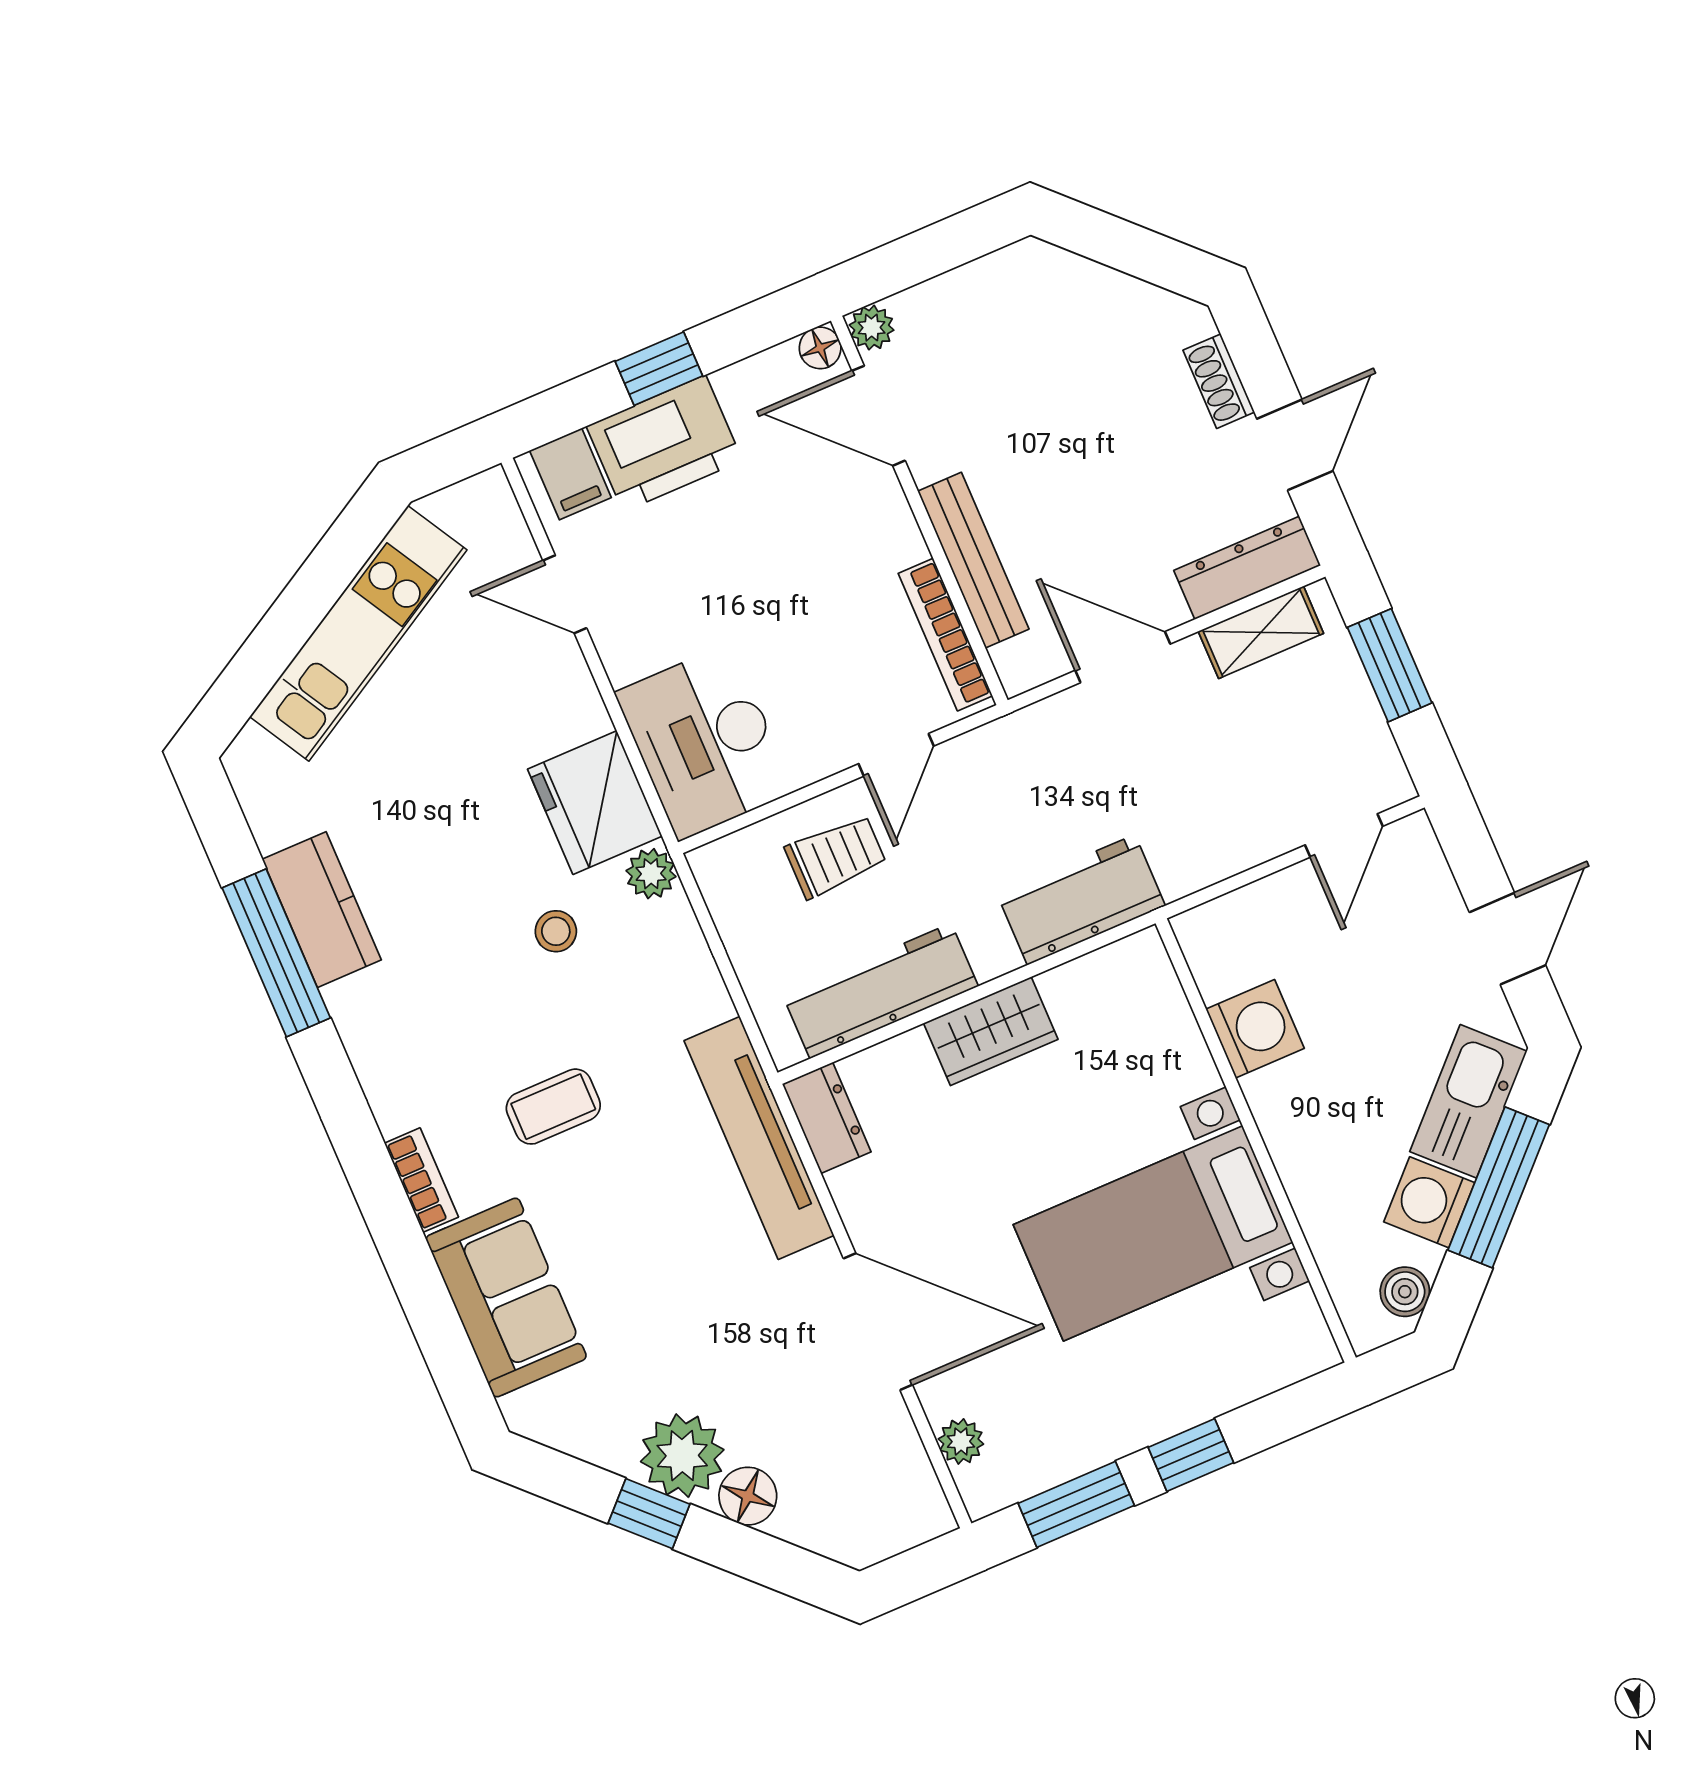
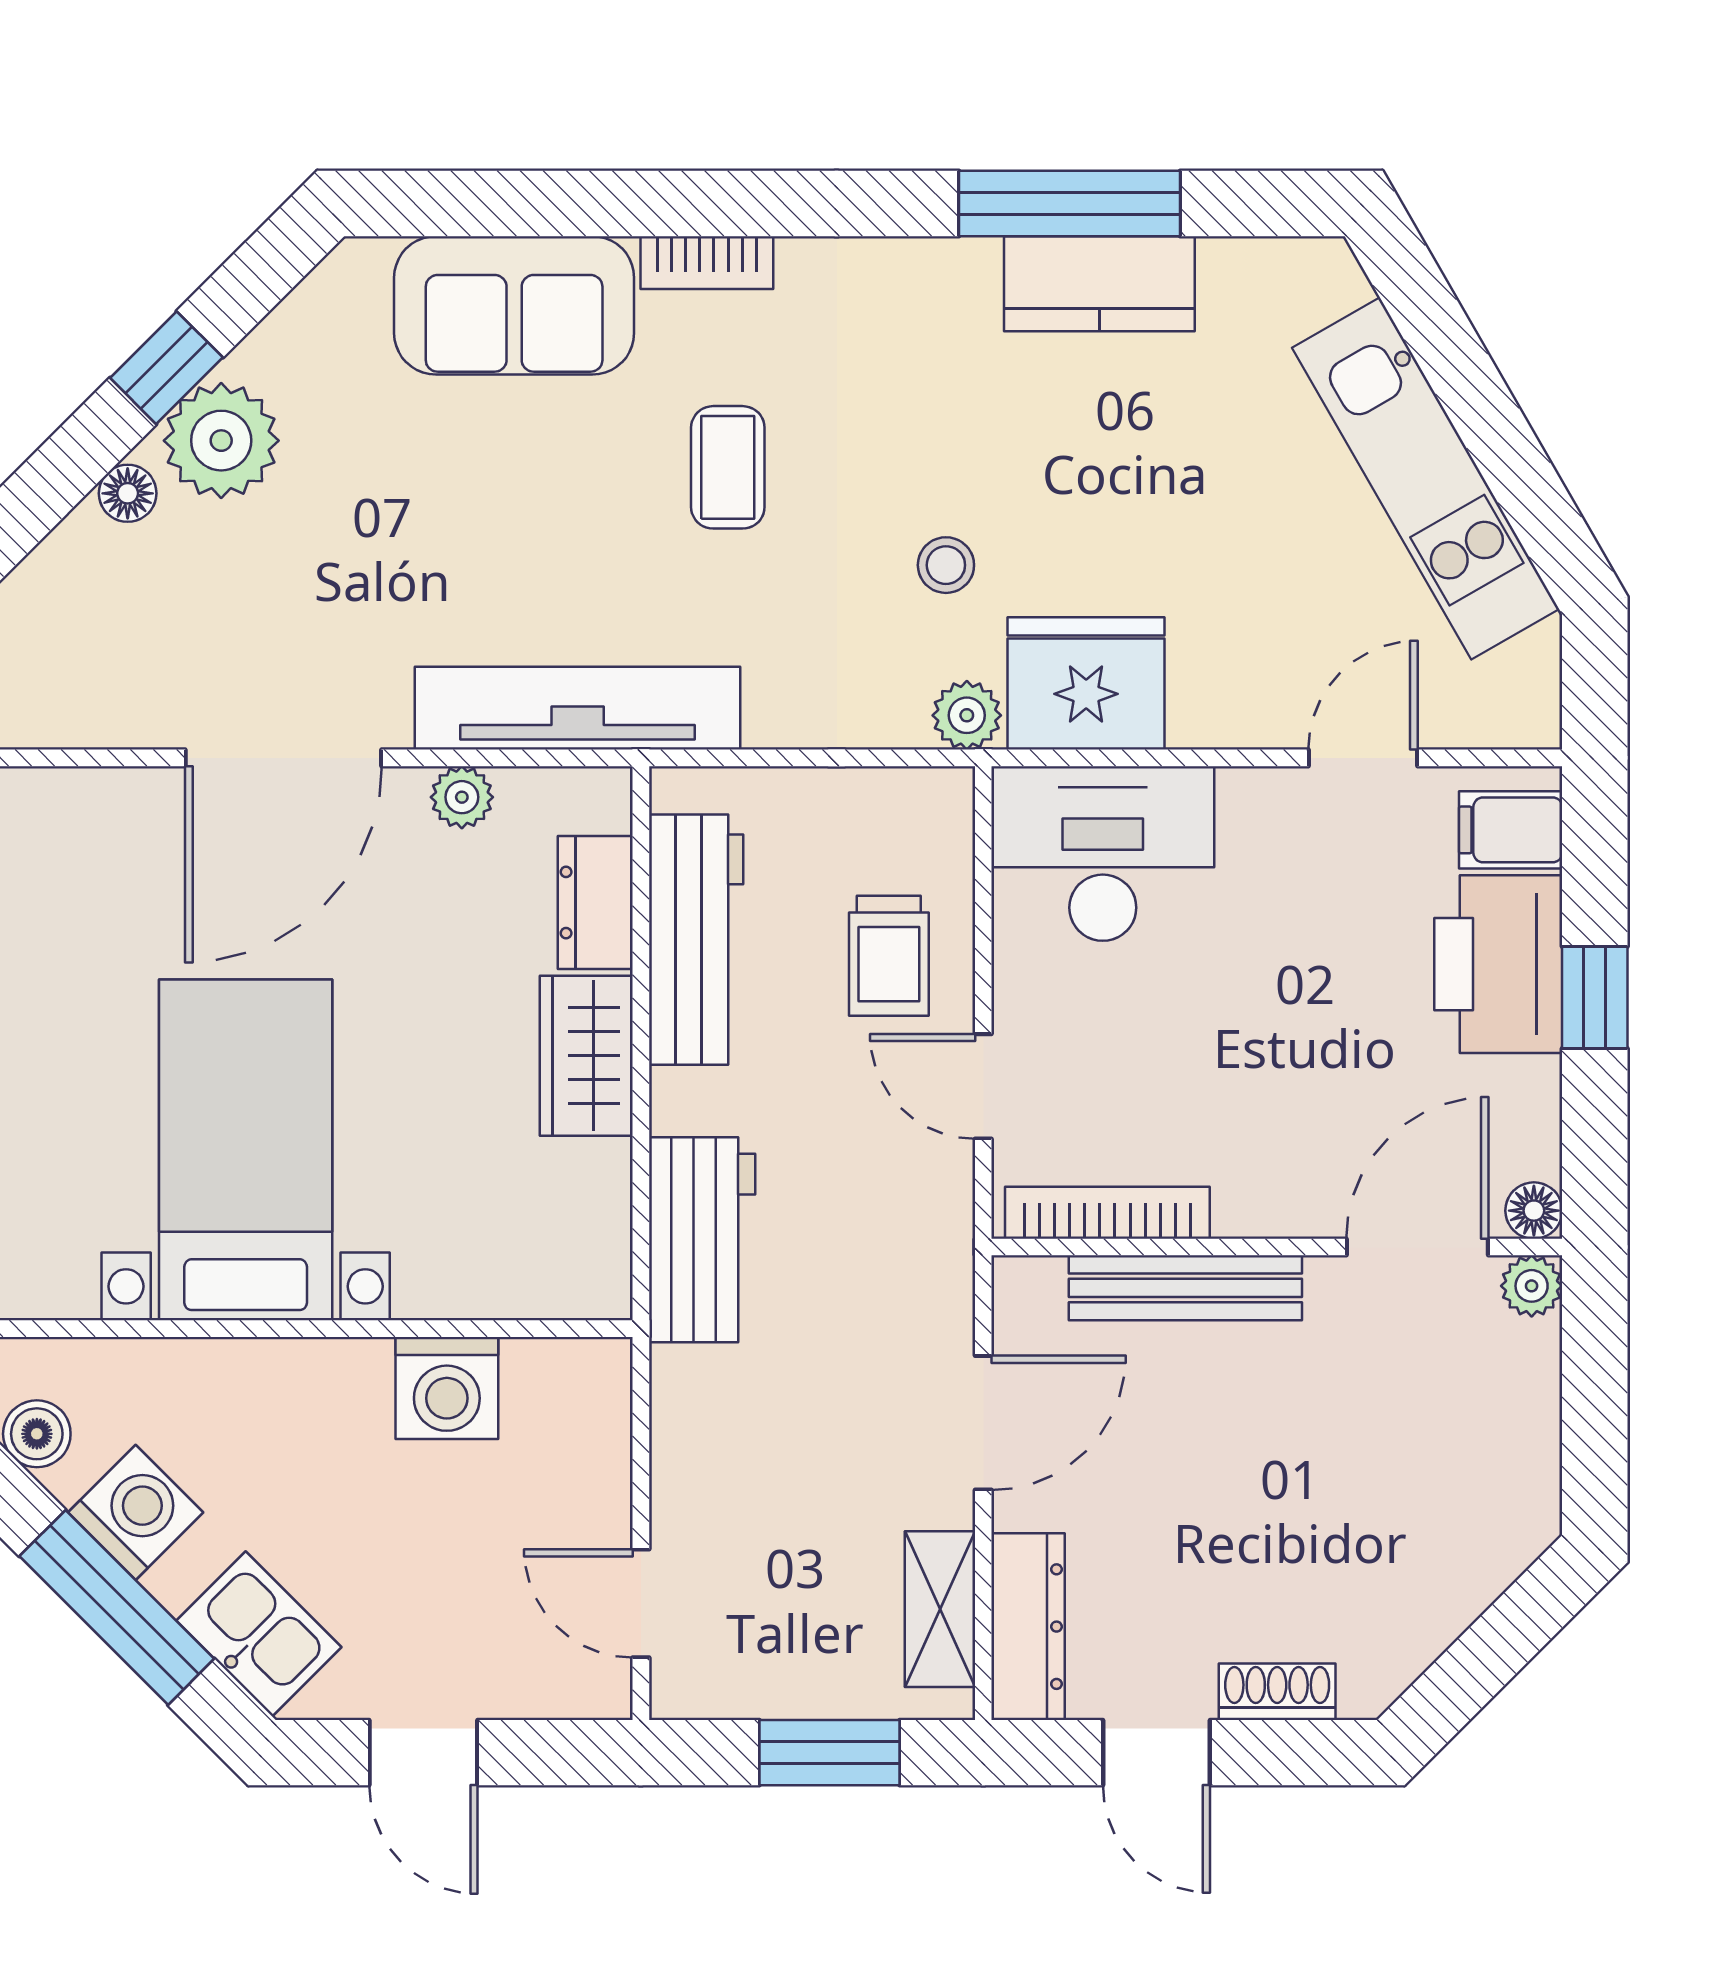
kitchen sink: (1468, 1101) -> (259, 1634), width x0.73
dresser: (827, 1118) -> (595, 903), moved, turned 90
plant: (961, 1441) -> (462, 797), moved
floor lamp: (748, 1496) -> (128, 493), width x0.73, depth x0.73

